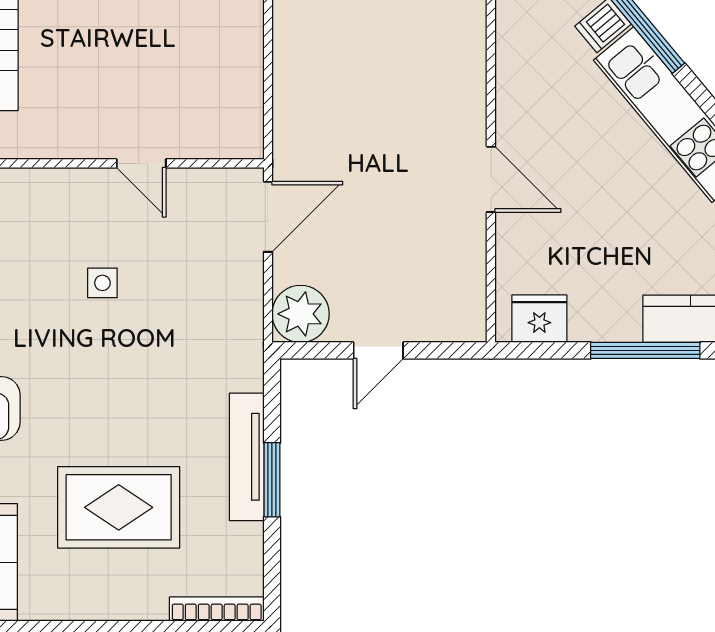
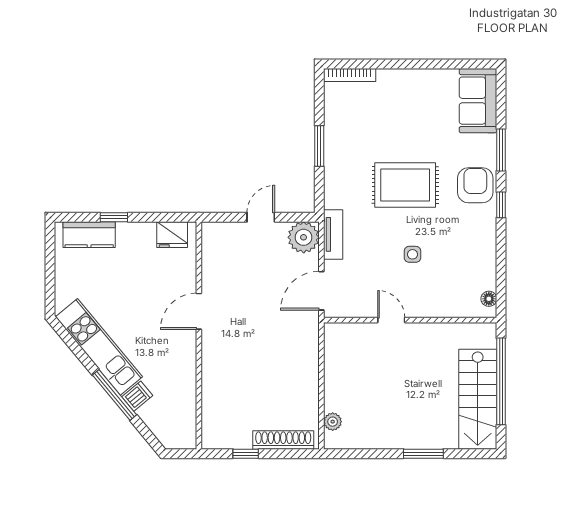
door: (491, 179) -> (199, 311), hinge flipped
window: (645, 350) -> (114, 217), width x0.46
tv unit: (247, 457) -> (333, 234), moved, width x0.71
rug: (119, 507) -> (405, 185), moved

